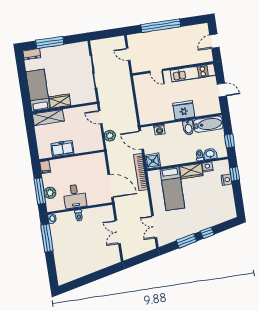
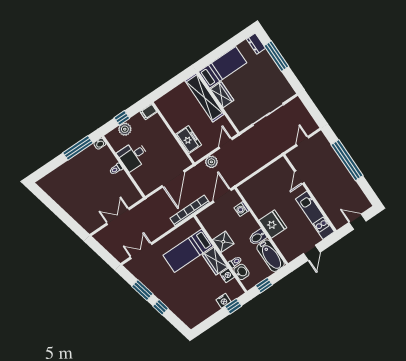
shelving: (48, 118) -> (204, 98), width x1.47
freezer: (62, 149) -> (189, 140), moved
shower: (153, 161) -> (223, 242), moved
door: (111, 186) -> (173, 179), moved
window: (40, 191) -> (122, 118), width x0.46

